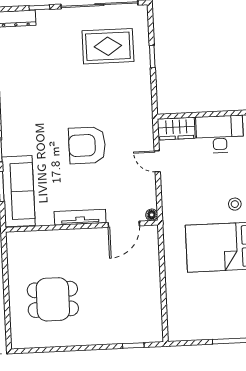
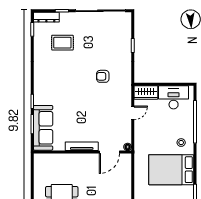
rug: (108, 46) -> (62, 43), moved, width x0.73, depth x0.70
armchair: (87, 145) -> (103, 76), moved, width x0.53, depth x0.53
door: (157, 161) -> (133, 113), swing flipped

